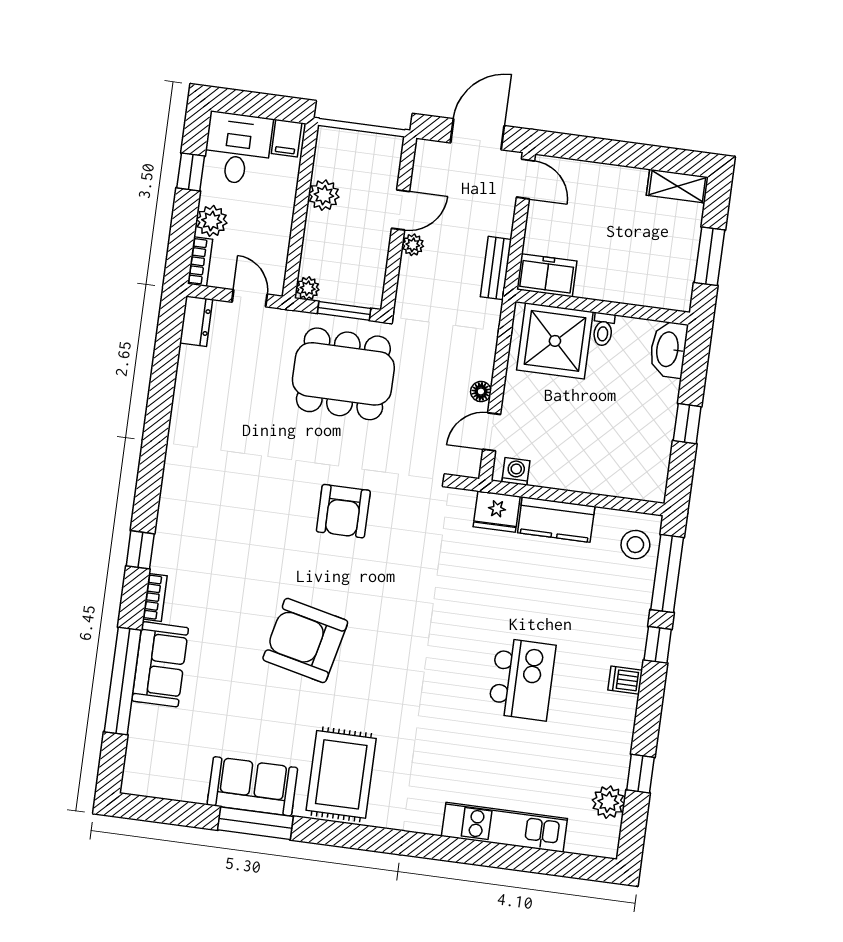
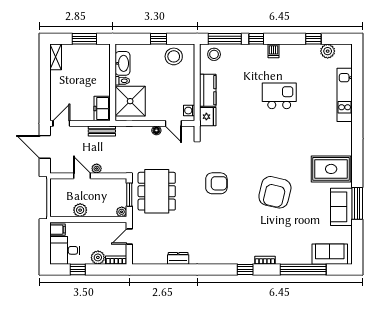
dresser: (196, 321) -> (178, 258), moved
washbasin: (668, 349) -> (123, 63), moved, turned -90
stool: (643, 453) -> (174, 56), added
sofa: (160, 664) -> (330, 254), moved

